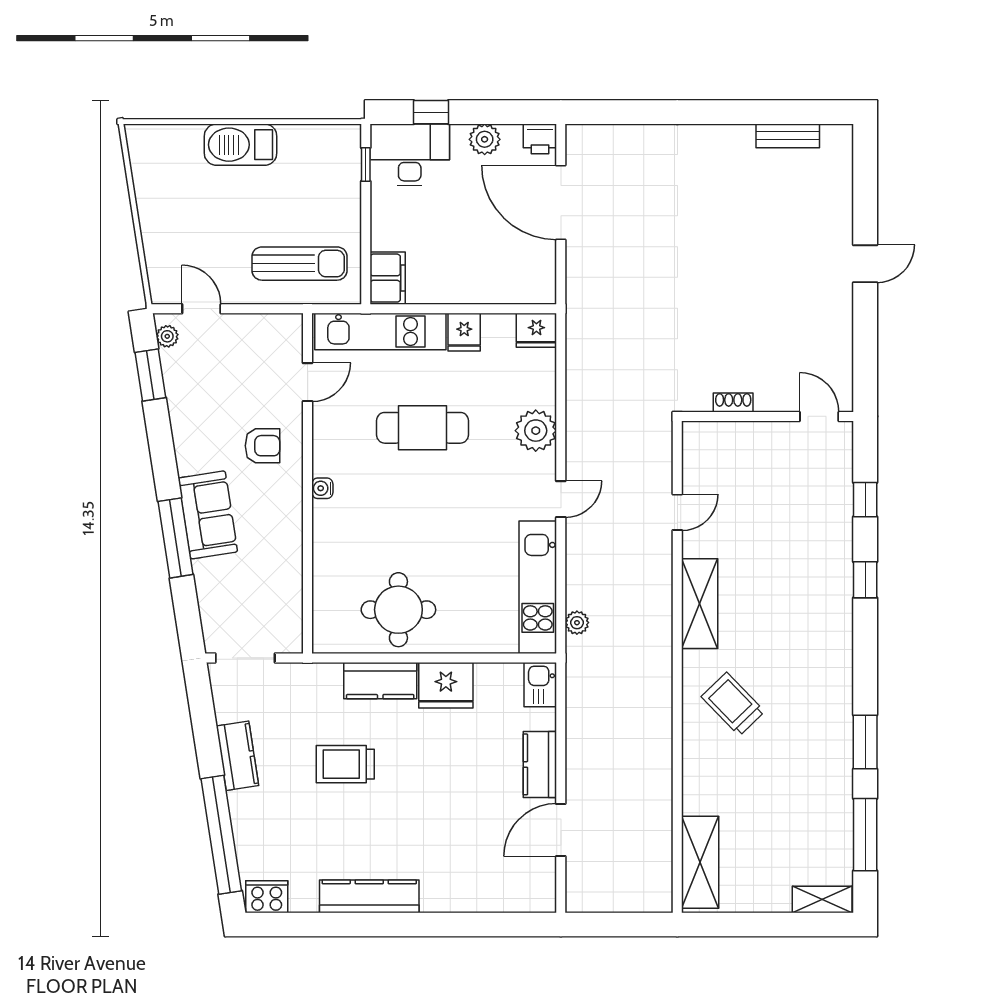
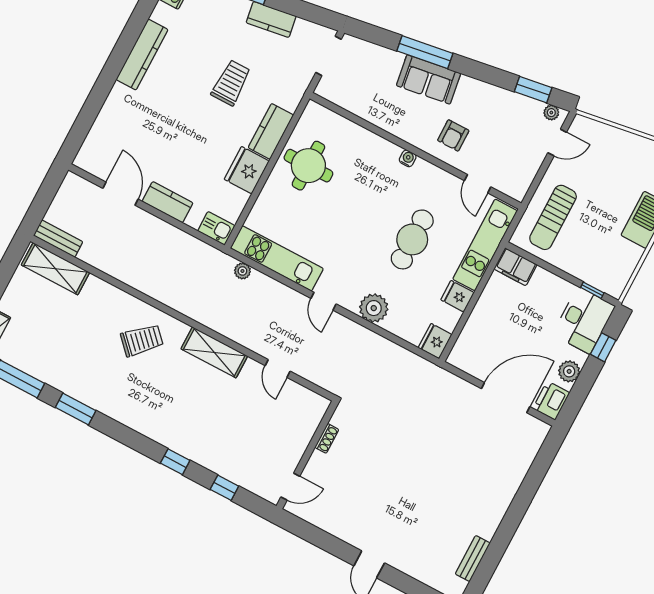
printer: (540, 139) -> (551, 401), width x1.36, depth x1.24
bench: (660, 879) -> (58, 239), added

